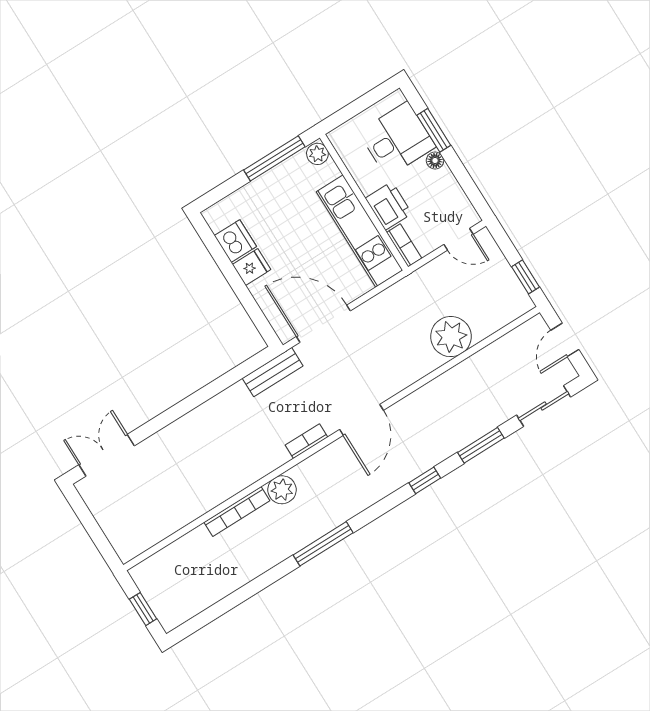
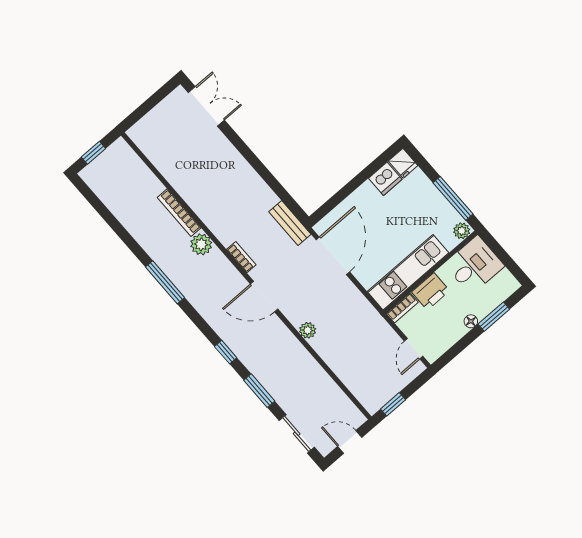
desk: (397, 139) -> (474, 265), moved, turned -90
fridge: (252, 267) -> (403, 163), moved
plant: (451, 337) -> (308, 330), moved, width x0.53, depth x0.53

